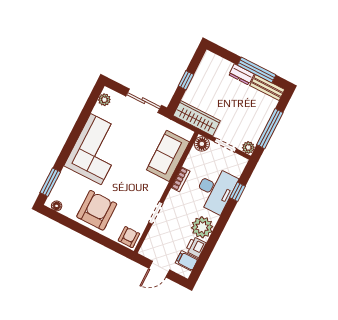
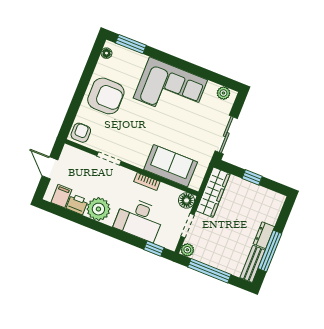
window: (237, 192) -> (154, 249), moved
armchair: (129, 237) -> (81, 133), turned -90

